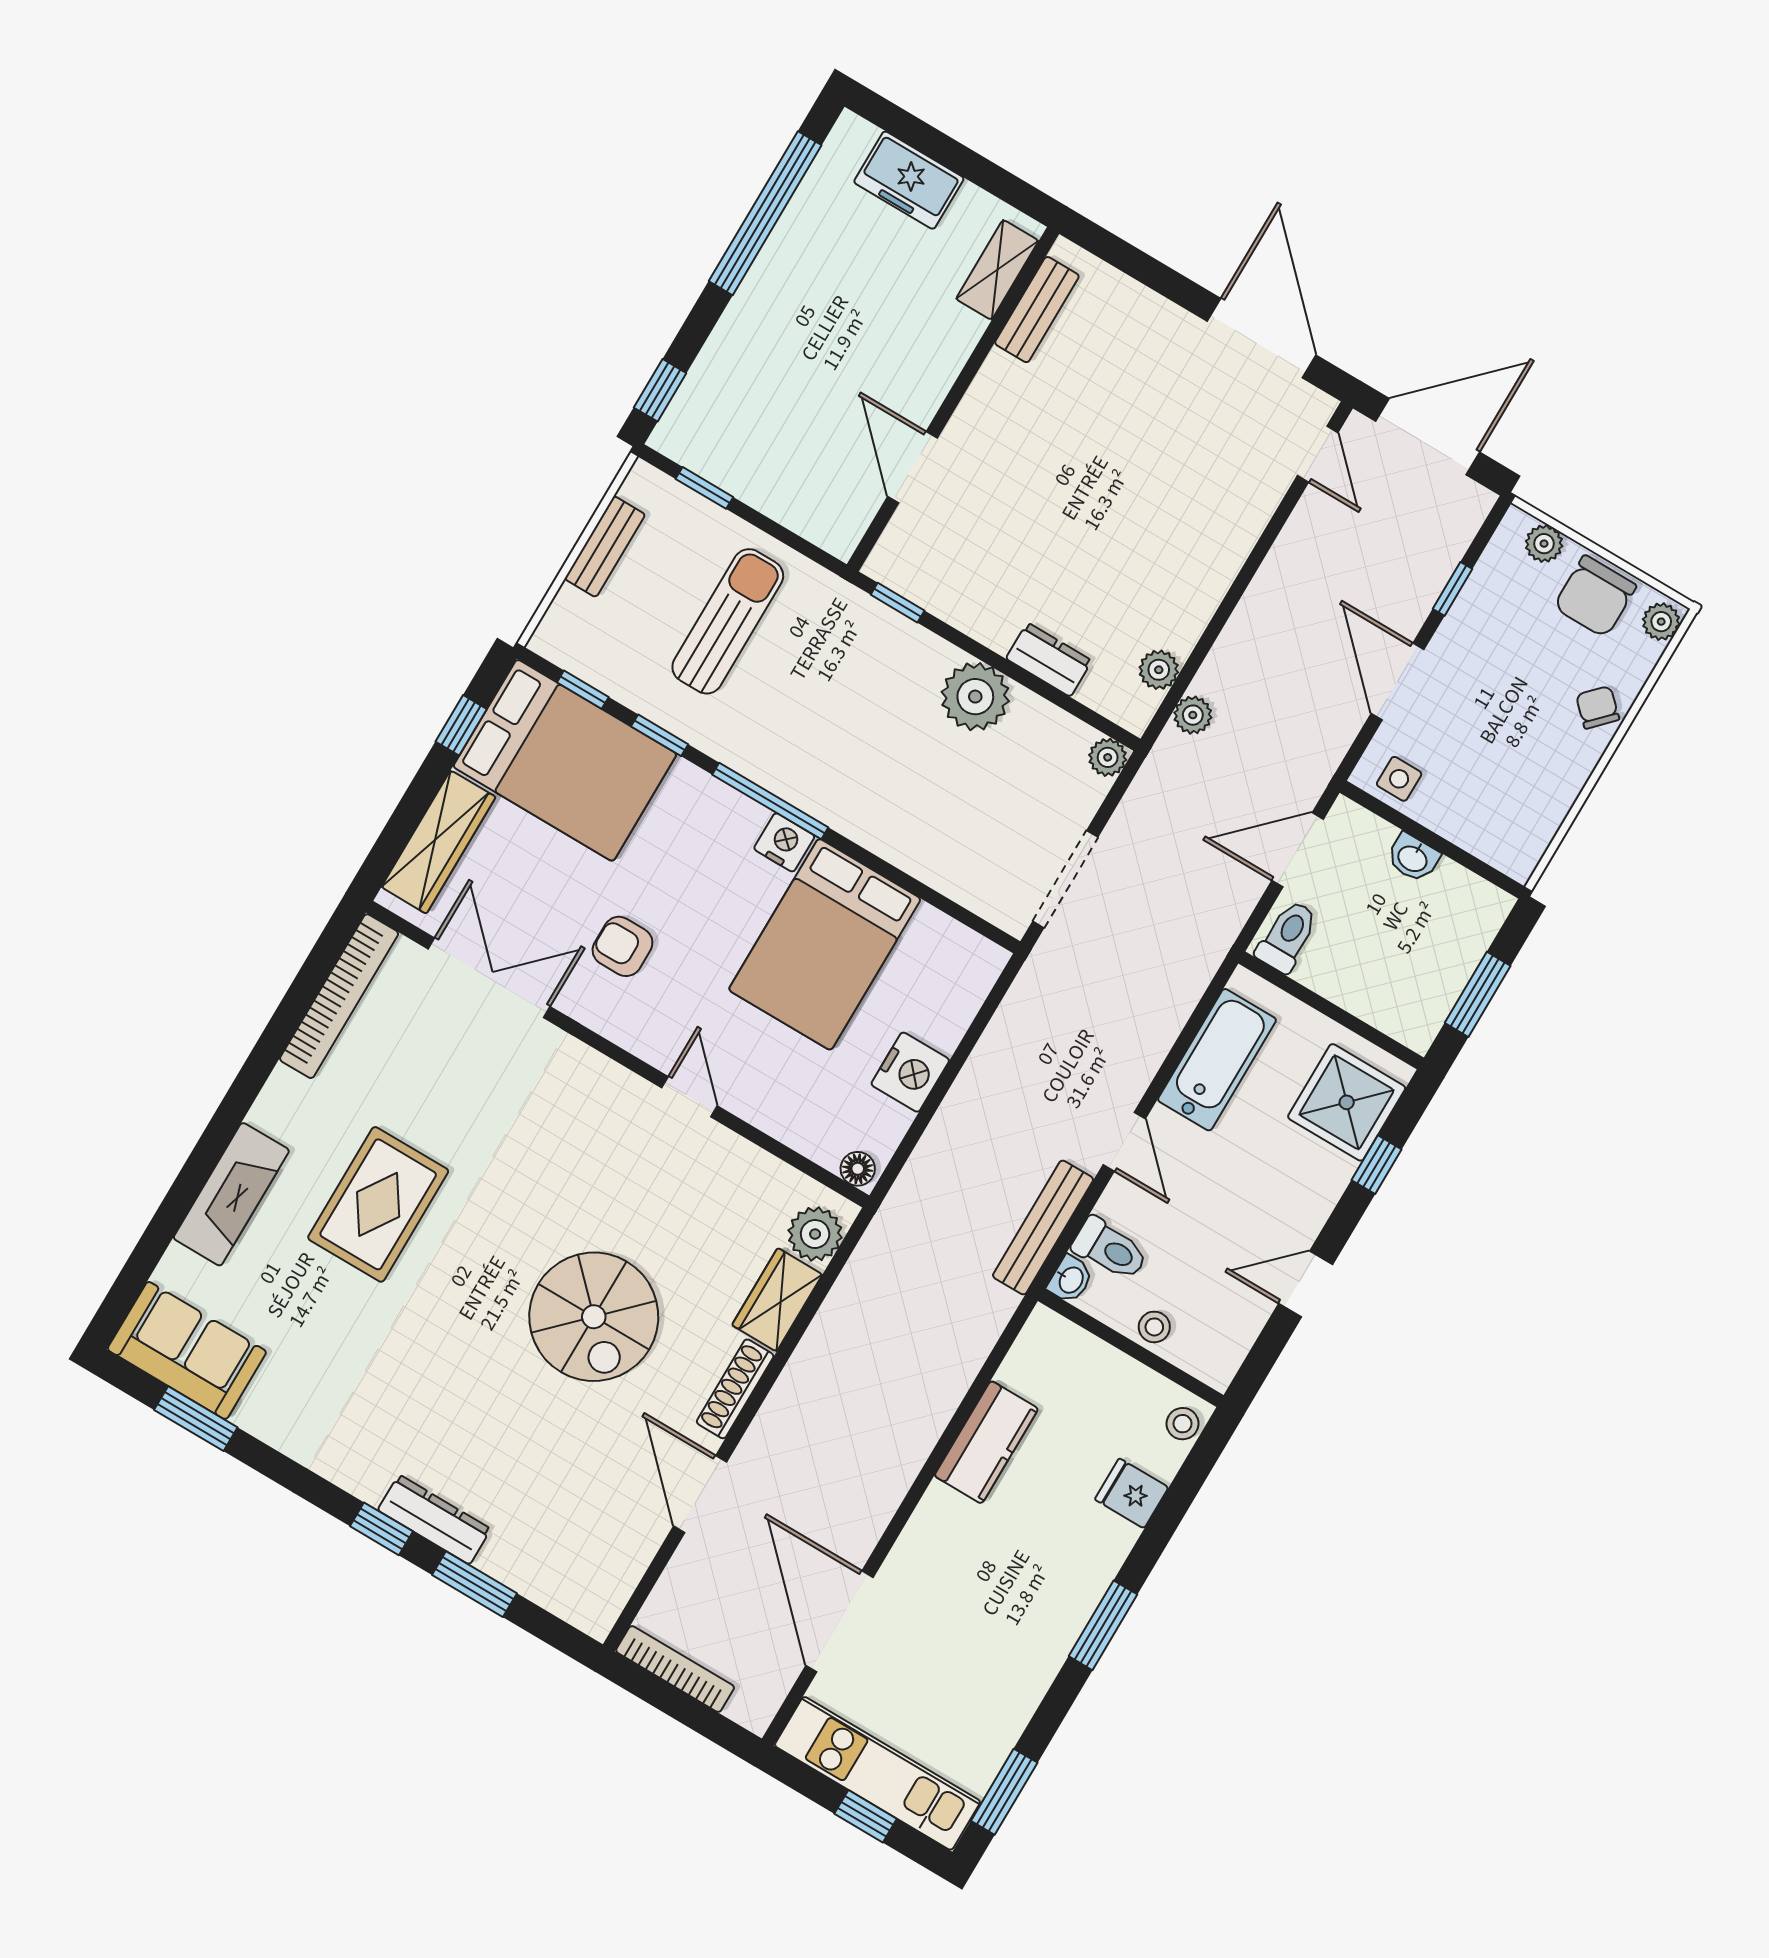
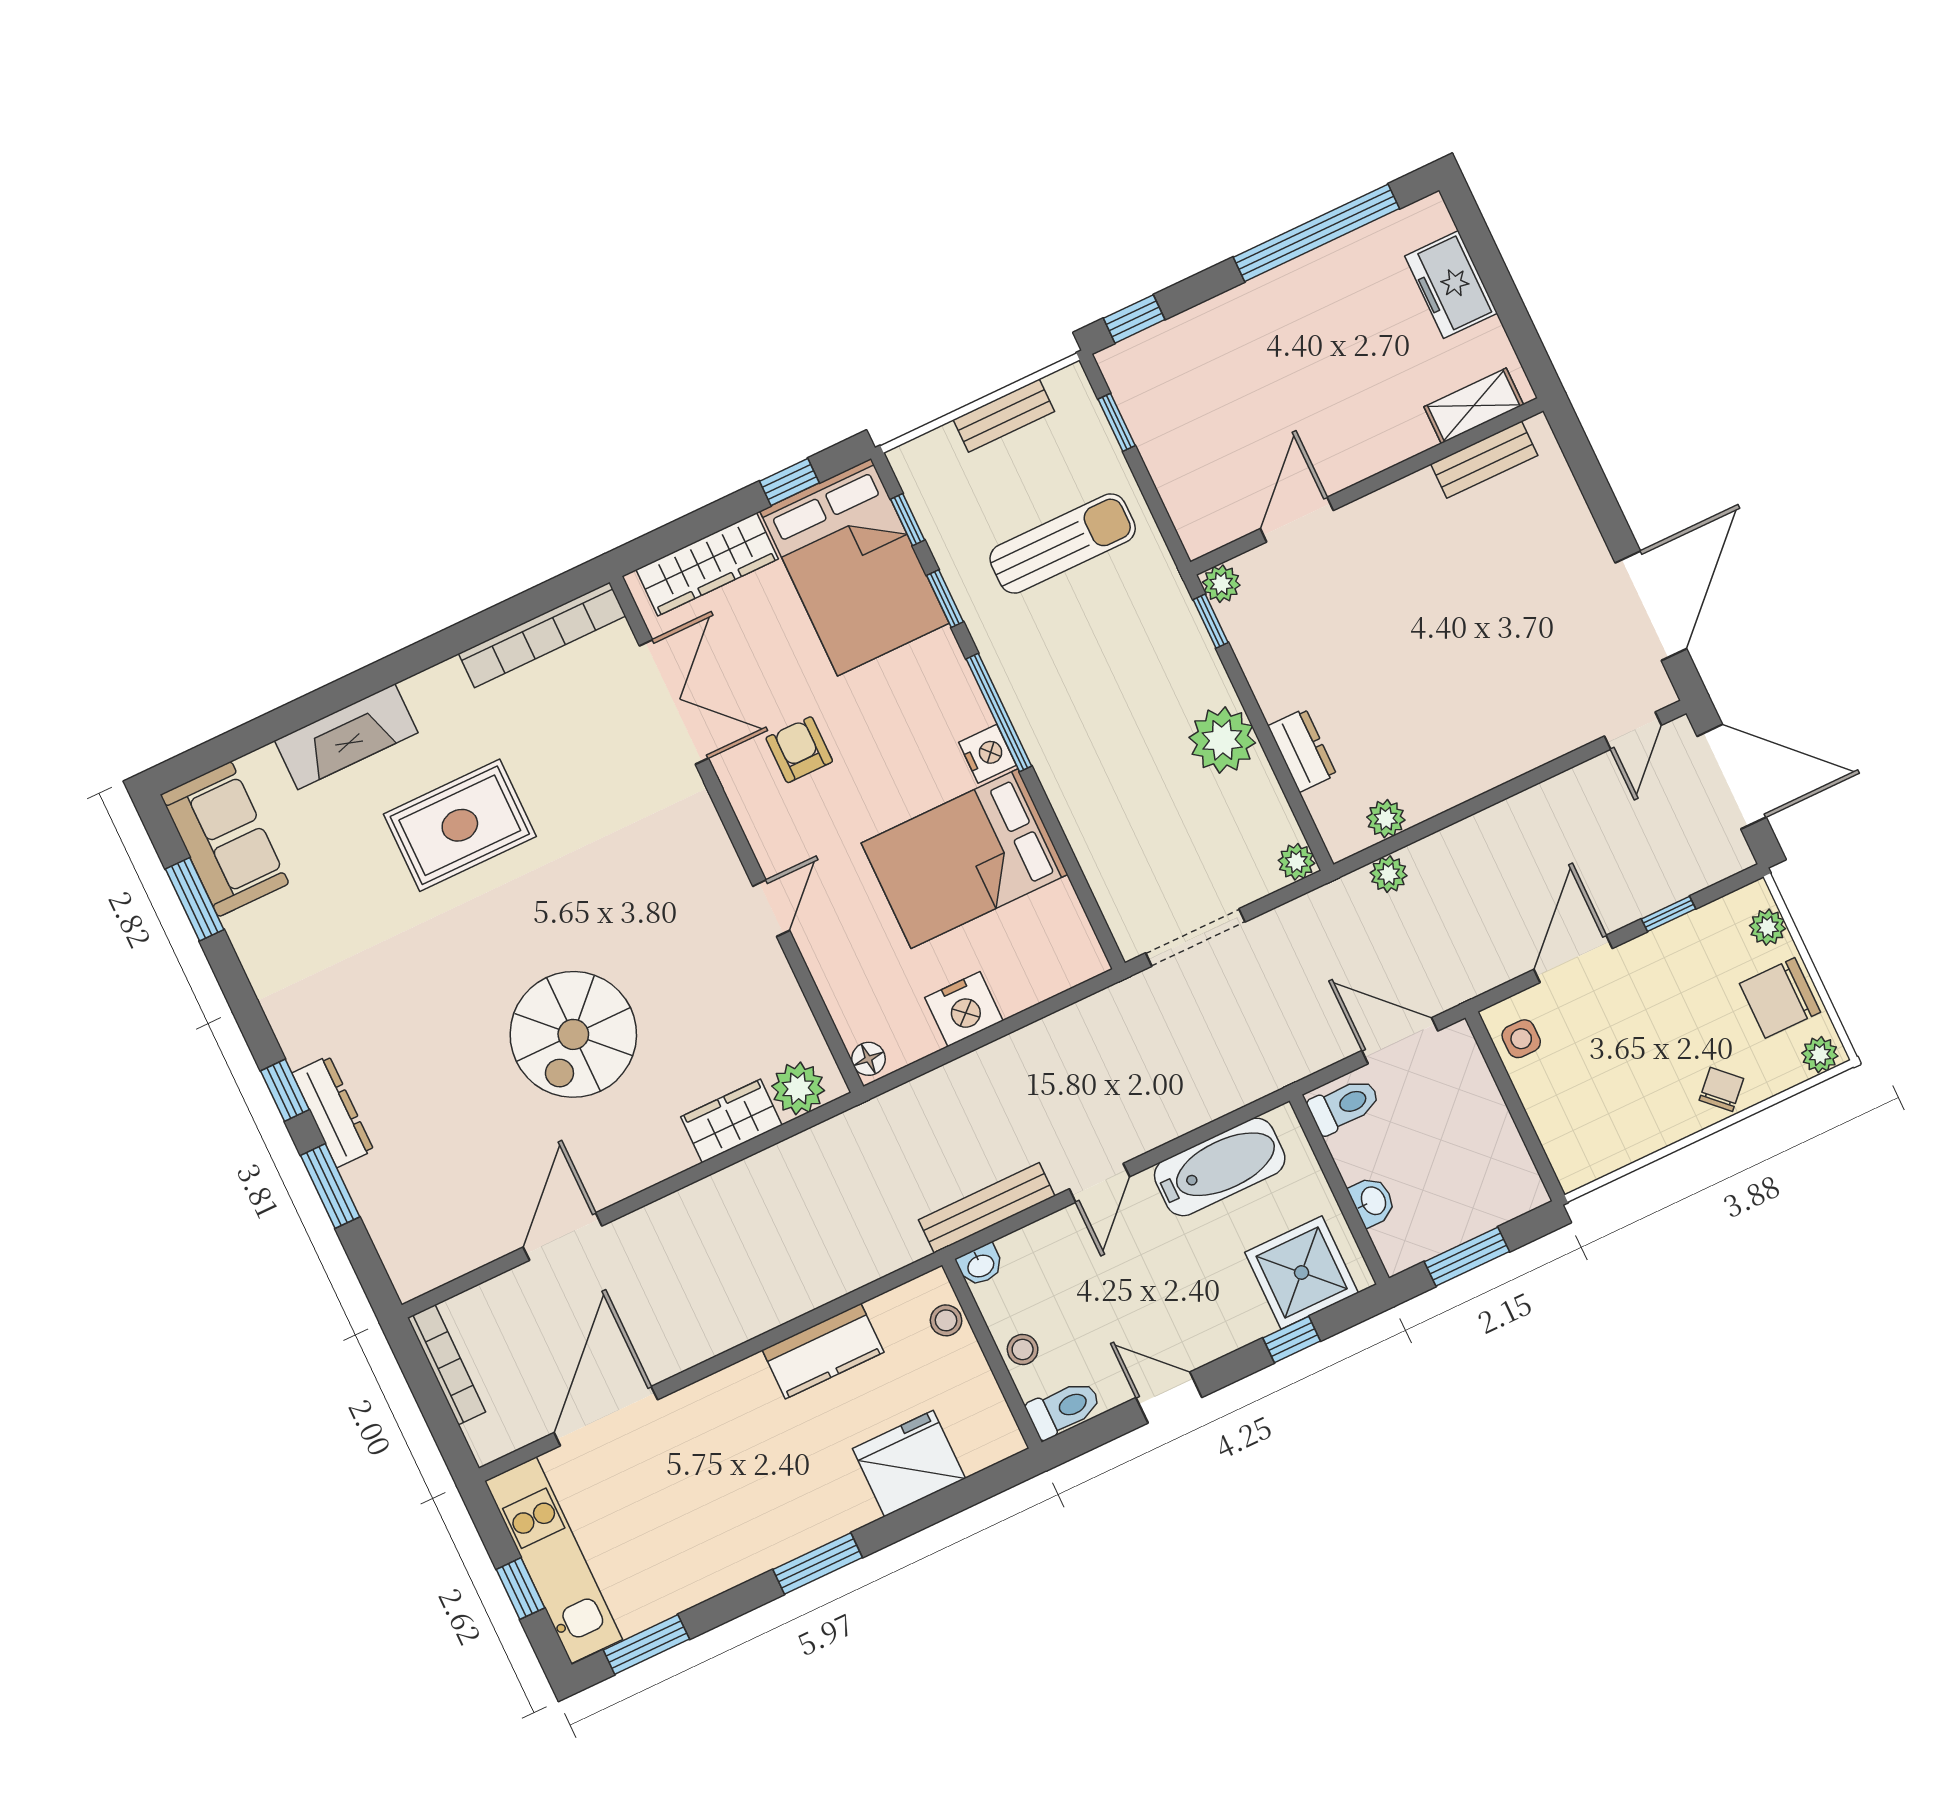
plant: (885, 565) -> (1221, 584), added
washbasin: (1413, 858) -> (1372, 1201), moved, turned 180
toilet: (1110, 1249) -> (1064, 1409), moved, turned -90
shoe rack: (735, 1389) -> (649, 1170), removed
stool: (1183, 1424) -> (946, 1320), moved
fridge: (1132, 1493) -> (909, 1463), width x1.88, depth x1.34

